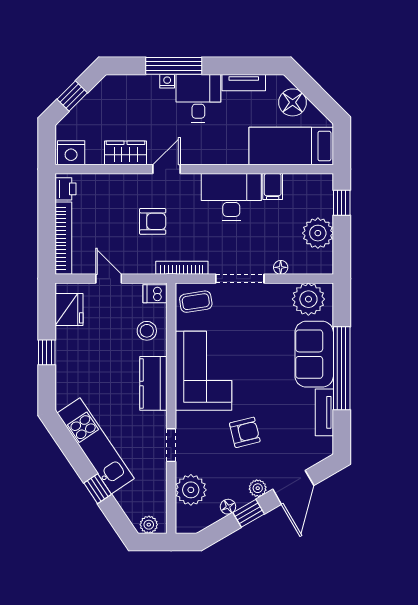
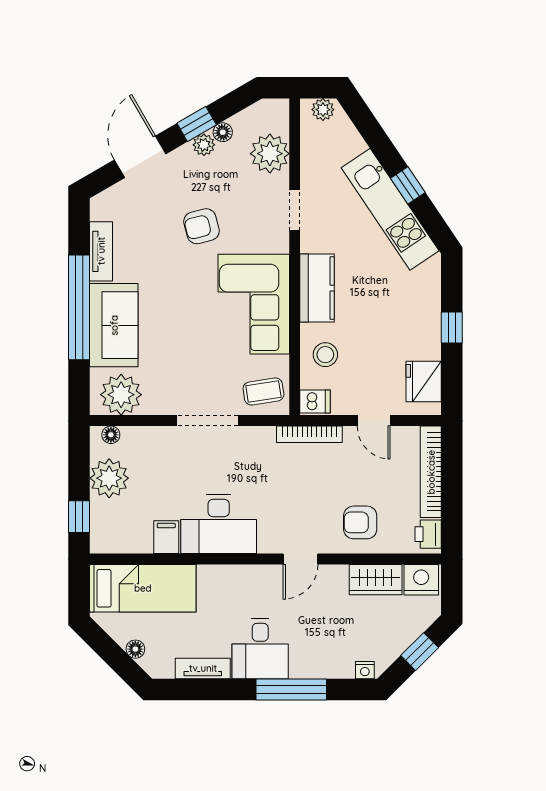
nightstand: (167, 81) -> (365, 670), moved
floor lamp: (293, 102) -> (135, 649), width x0.53, depth x0.53
wardrobe: (126, 153) -> (376, 580), moved
armchair: (153, 221) -> (360, 522), moved
floor lamp: (281, 267) -> (111, 435), moved
bookcase: (182, 268) -> (309, 434), moved
plant: (258, 488) -> (204, 145), moved
window: (98, 489) -> (408, 185), moved

